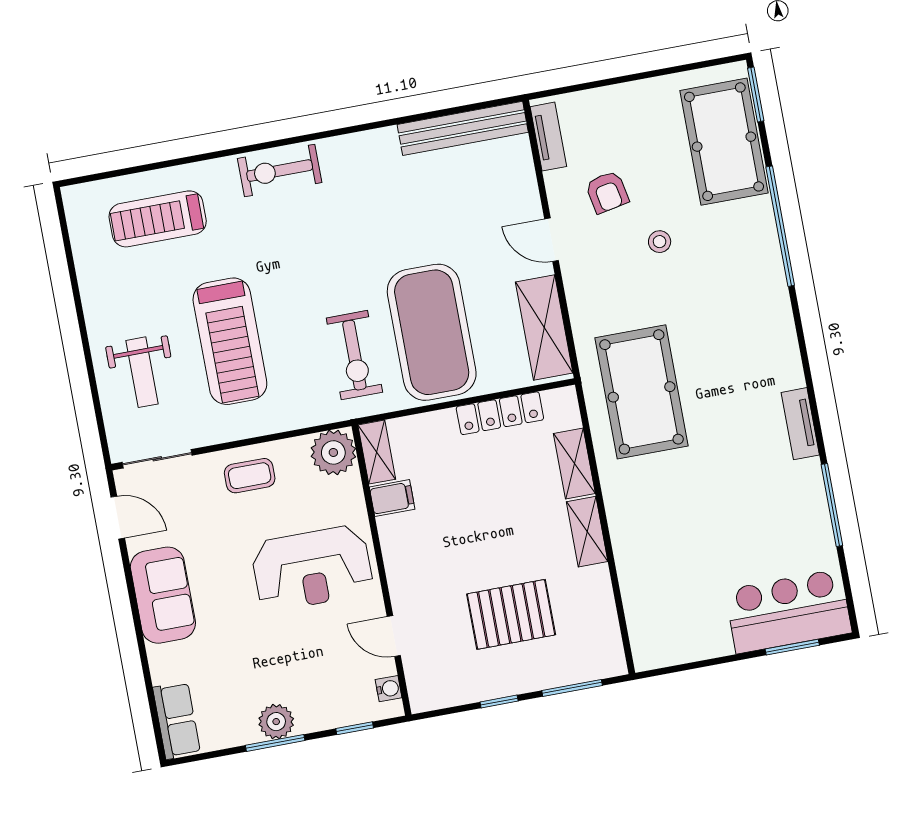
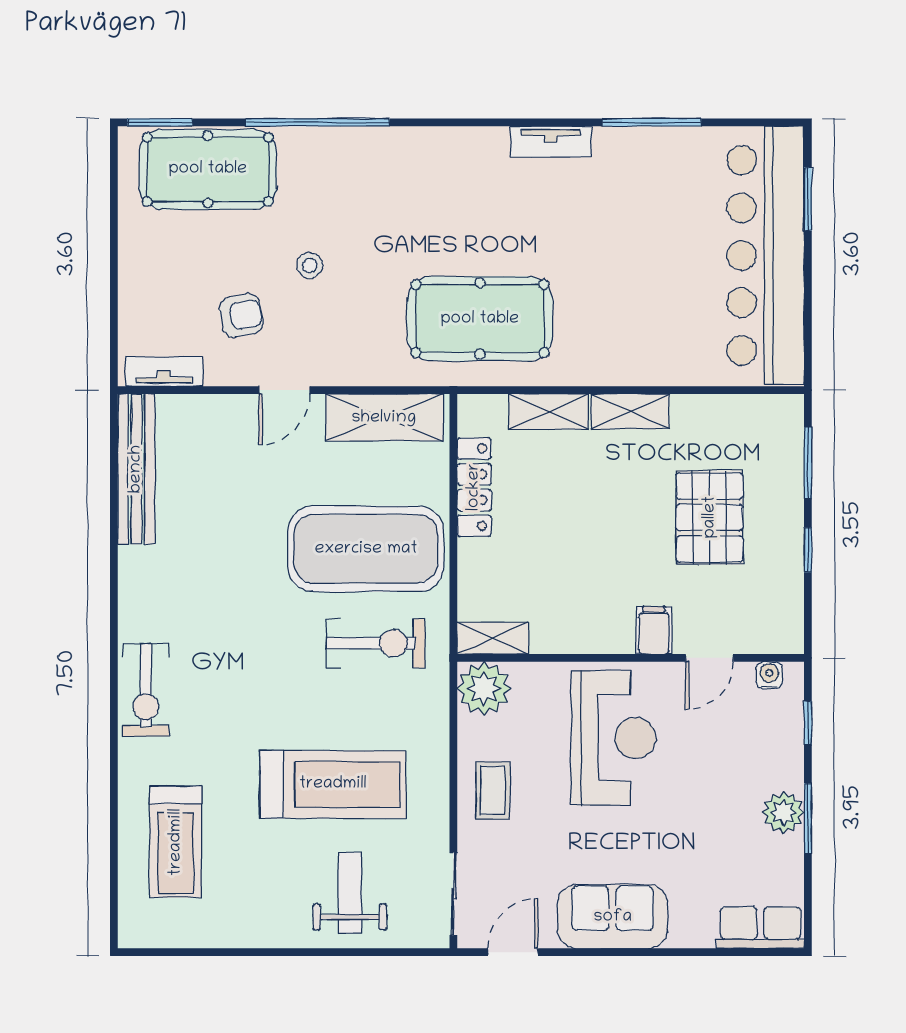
weight bench: (142, 372) -> (350, 893), turned -90
filing cabinet: (392, 498) -> (654, 630), moved
bar counter: (788, 611) -> (765, 255), width x1.86

